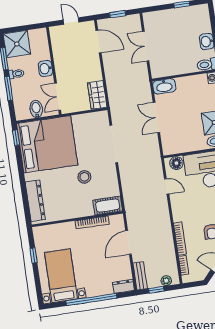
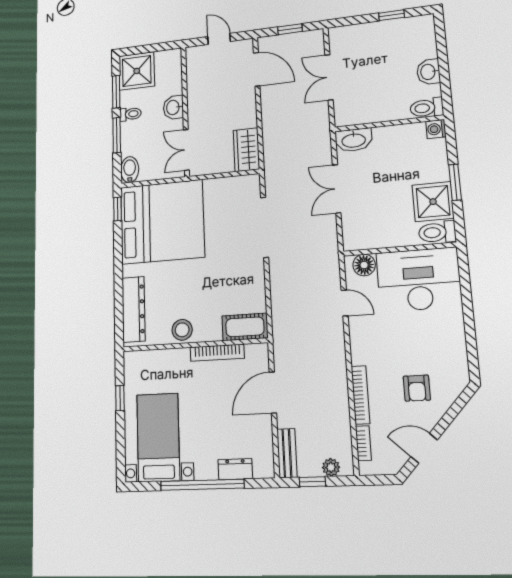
bidet: (36, 109) -> (130, 170), moved
stool: (84, 177) -> (182, 330), moved
dresser: (124, 286) -> (235, 469), moved

